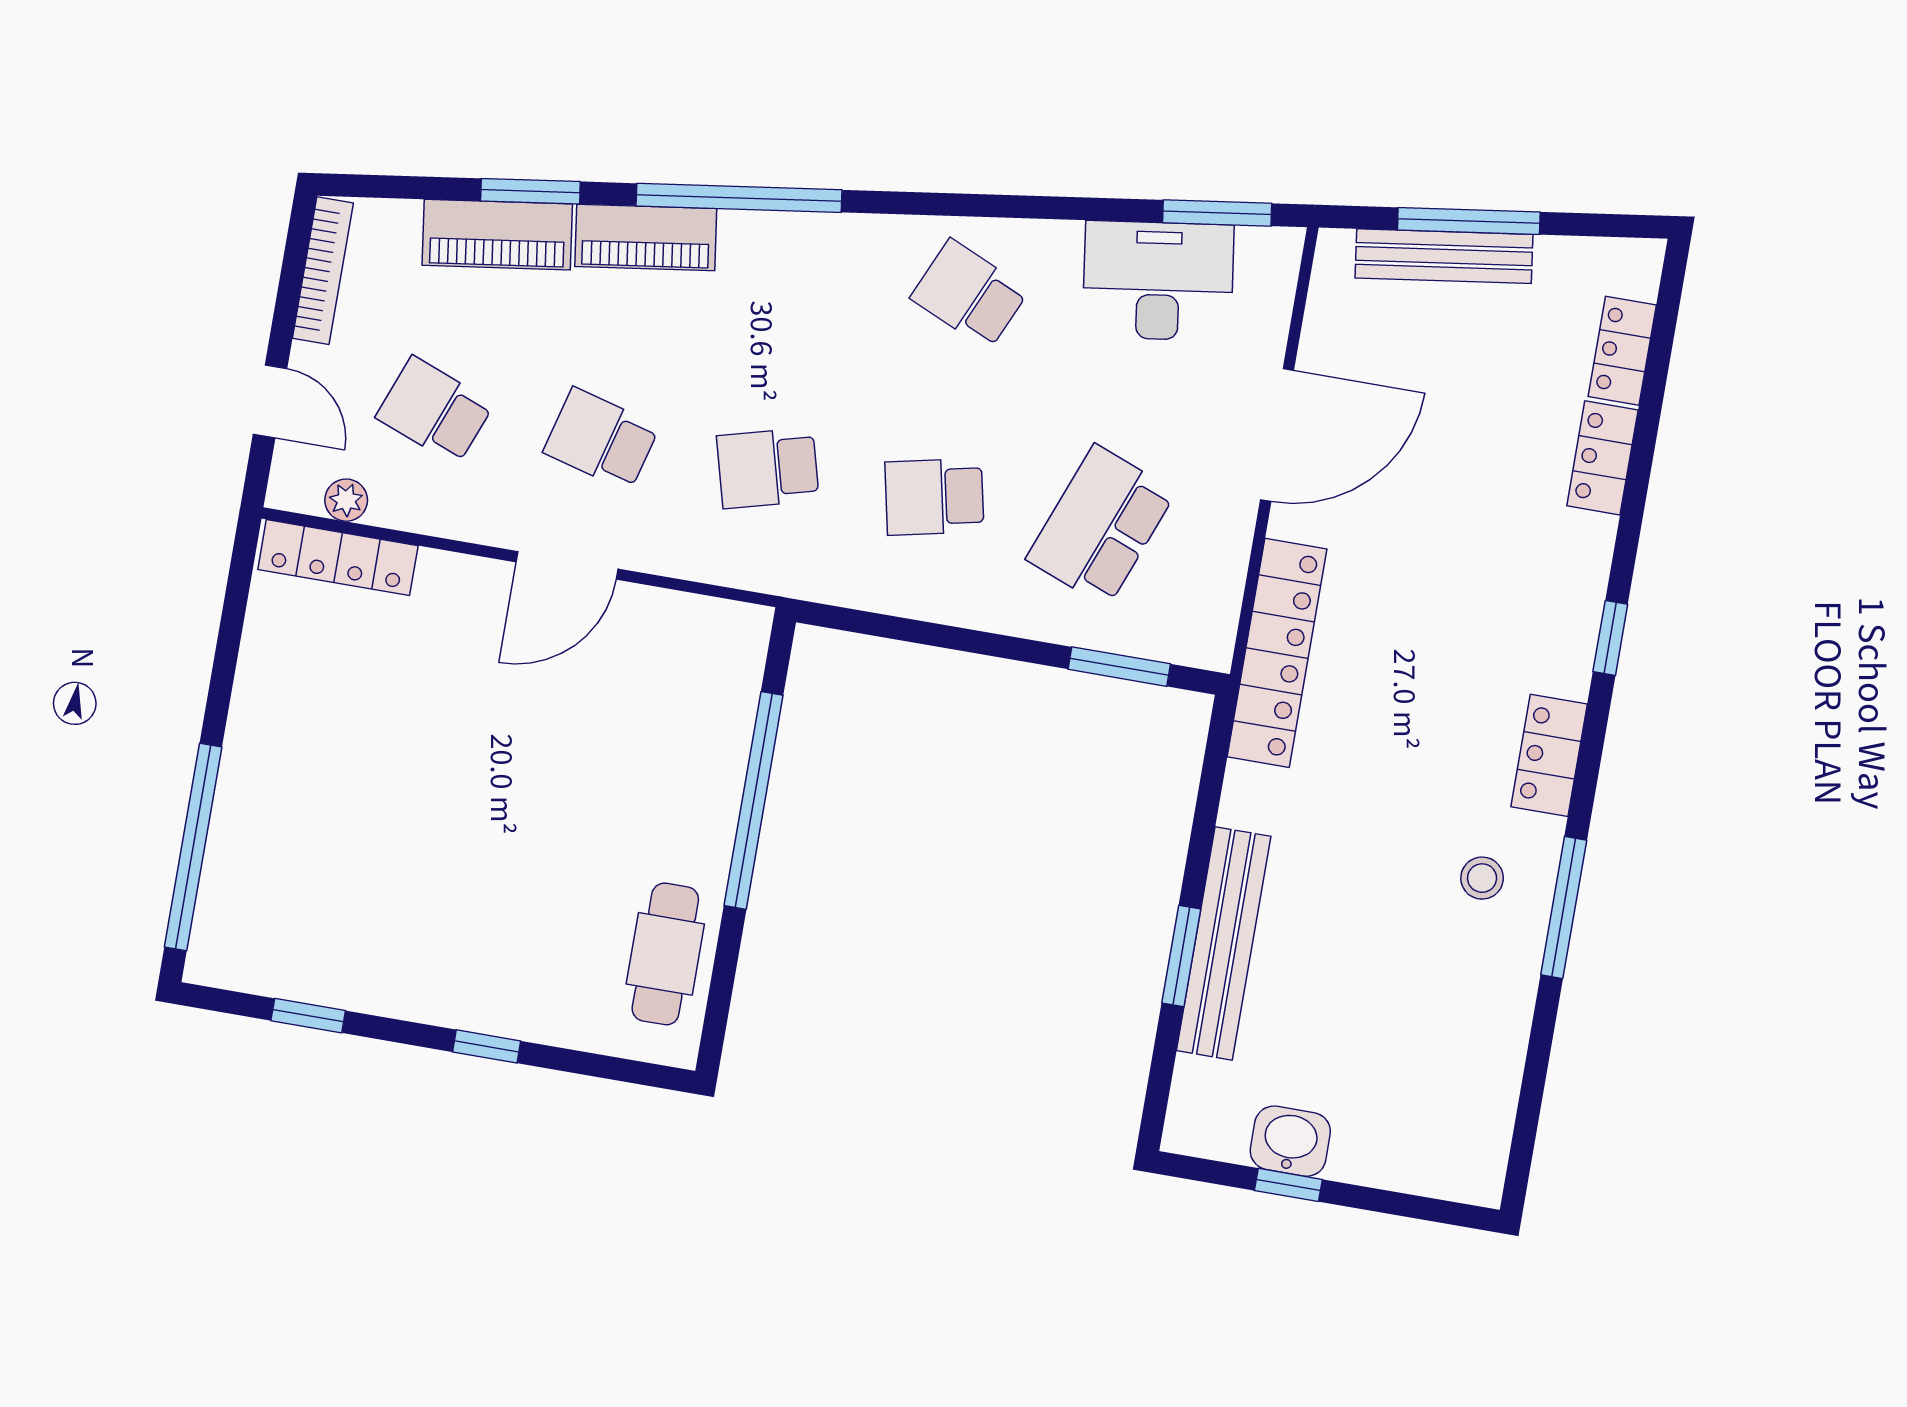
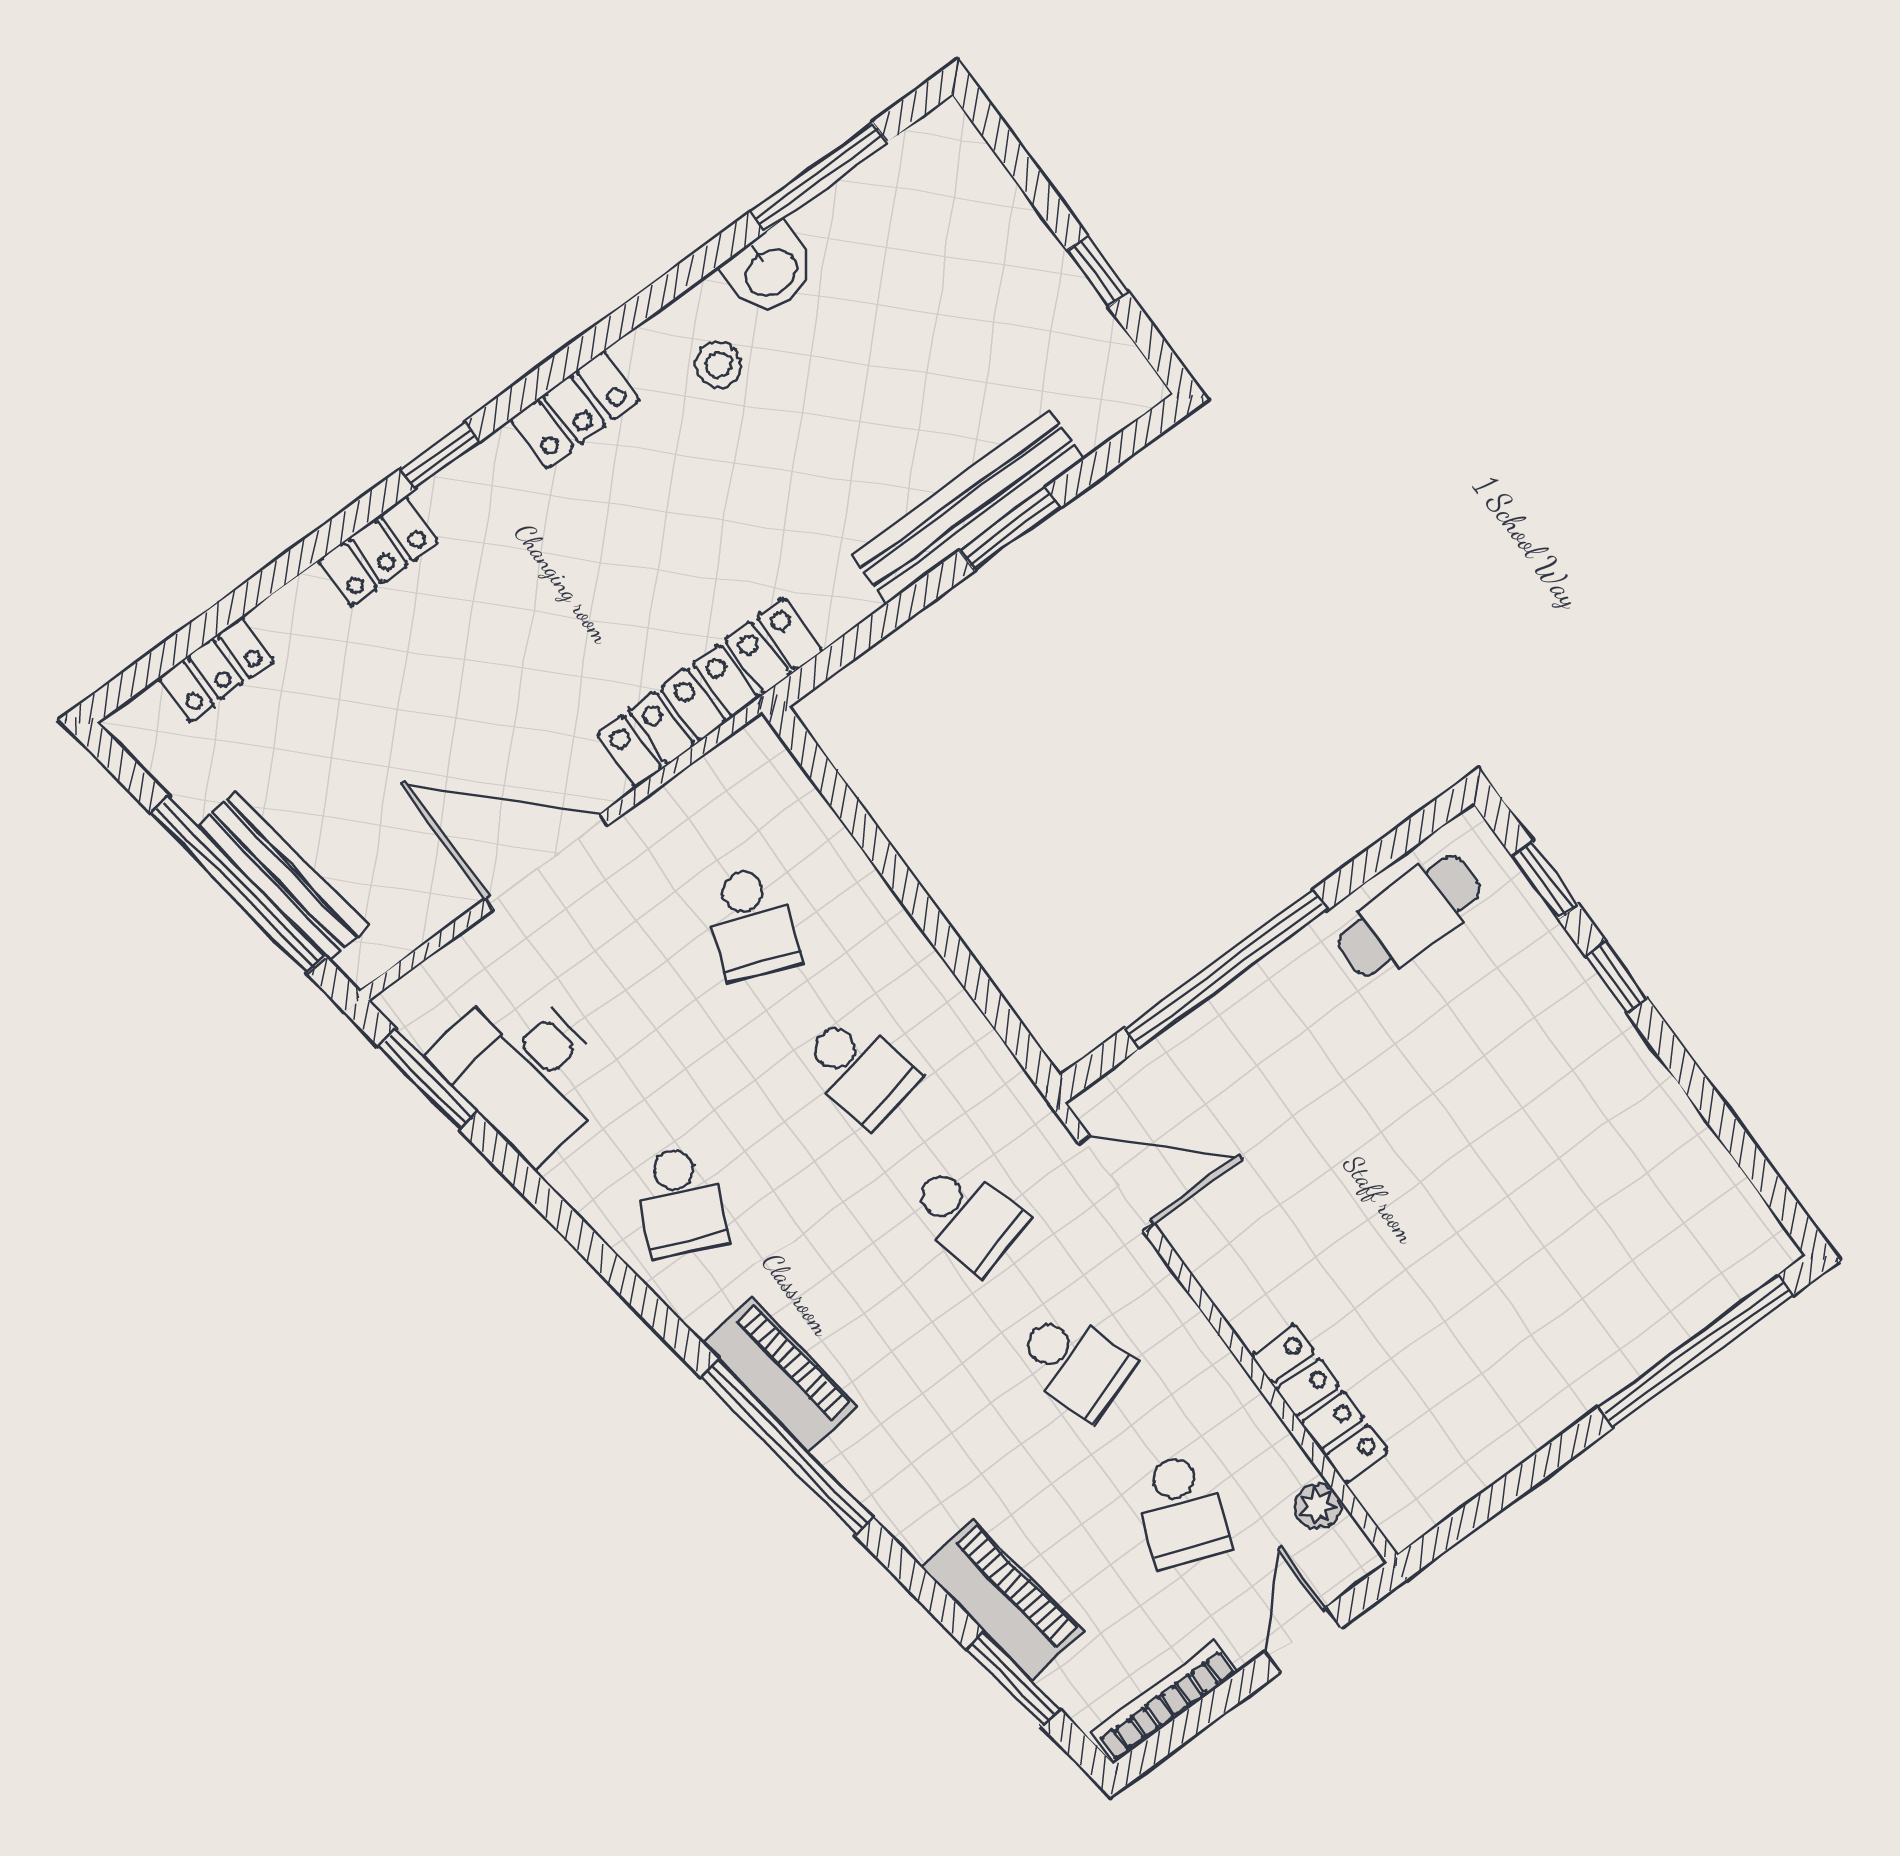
window: (530, 191) -> (1013, 1679), moved
window: (1469, 221) -> (238, 885), width x1.46
piano: (646, 237) -> (780, 1374), moved
school desk: (601, 439) -> (1074, 1363), turned -33
locker: (1602, 458) -> (378, 552), moved
school desk: (1101, 526) -> (751, 923), width x0.54
locker: (338, 558) -> (1320, 1404), moved
door: (567, 565) -> (1116, 1183), moved
window: (1119, 667) -> (842, 800), removed
window: (1564, 908) -> (819, 177), moved
window: (308, 1016) -> (1545, 880), moved
washbasin: (1290, 1141) -> (770, 271), moved, turned -90

